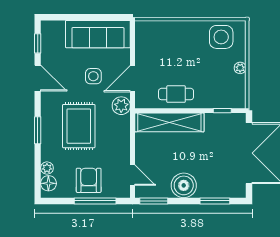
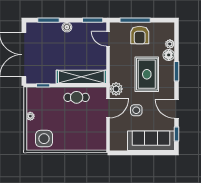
sofa: (98, 34) -> (151, 141), moved
floor lamp: (48, 183) -> (169, 55), moved
boiler: (184, 185) -> (67, 27), width x0.54, depth x0.54

